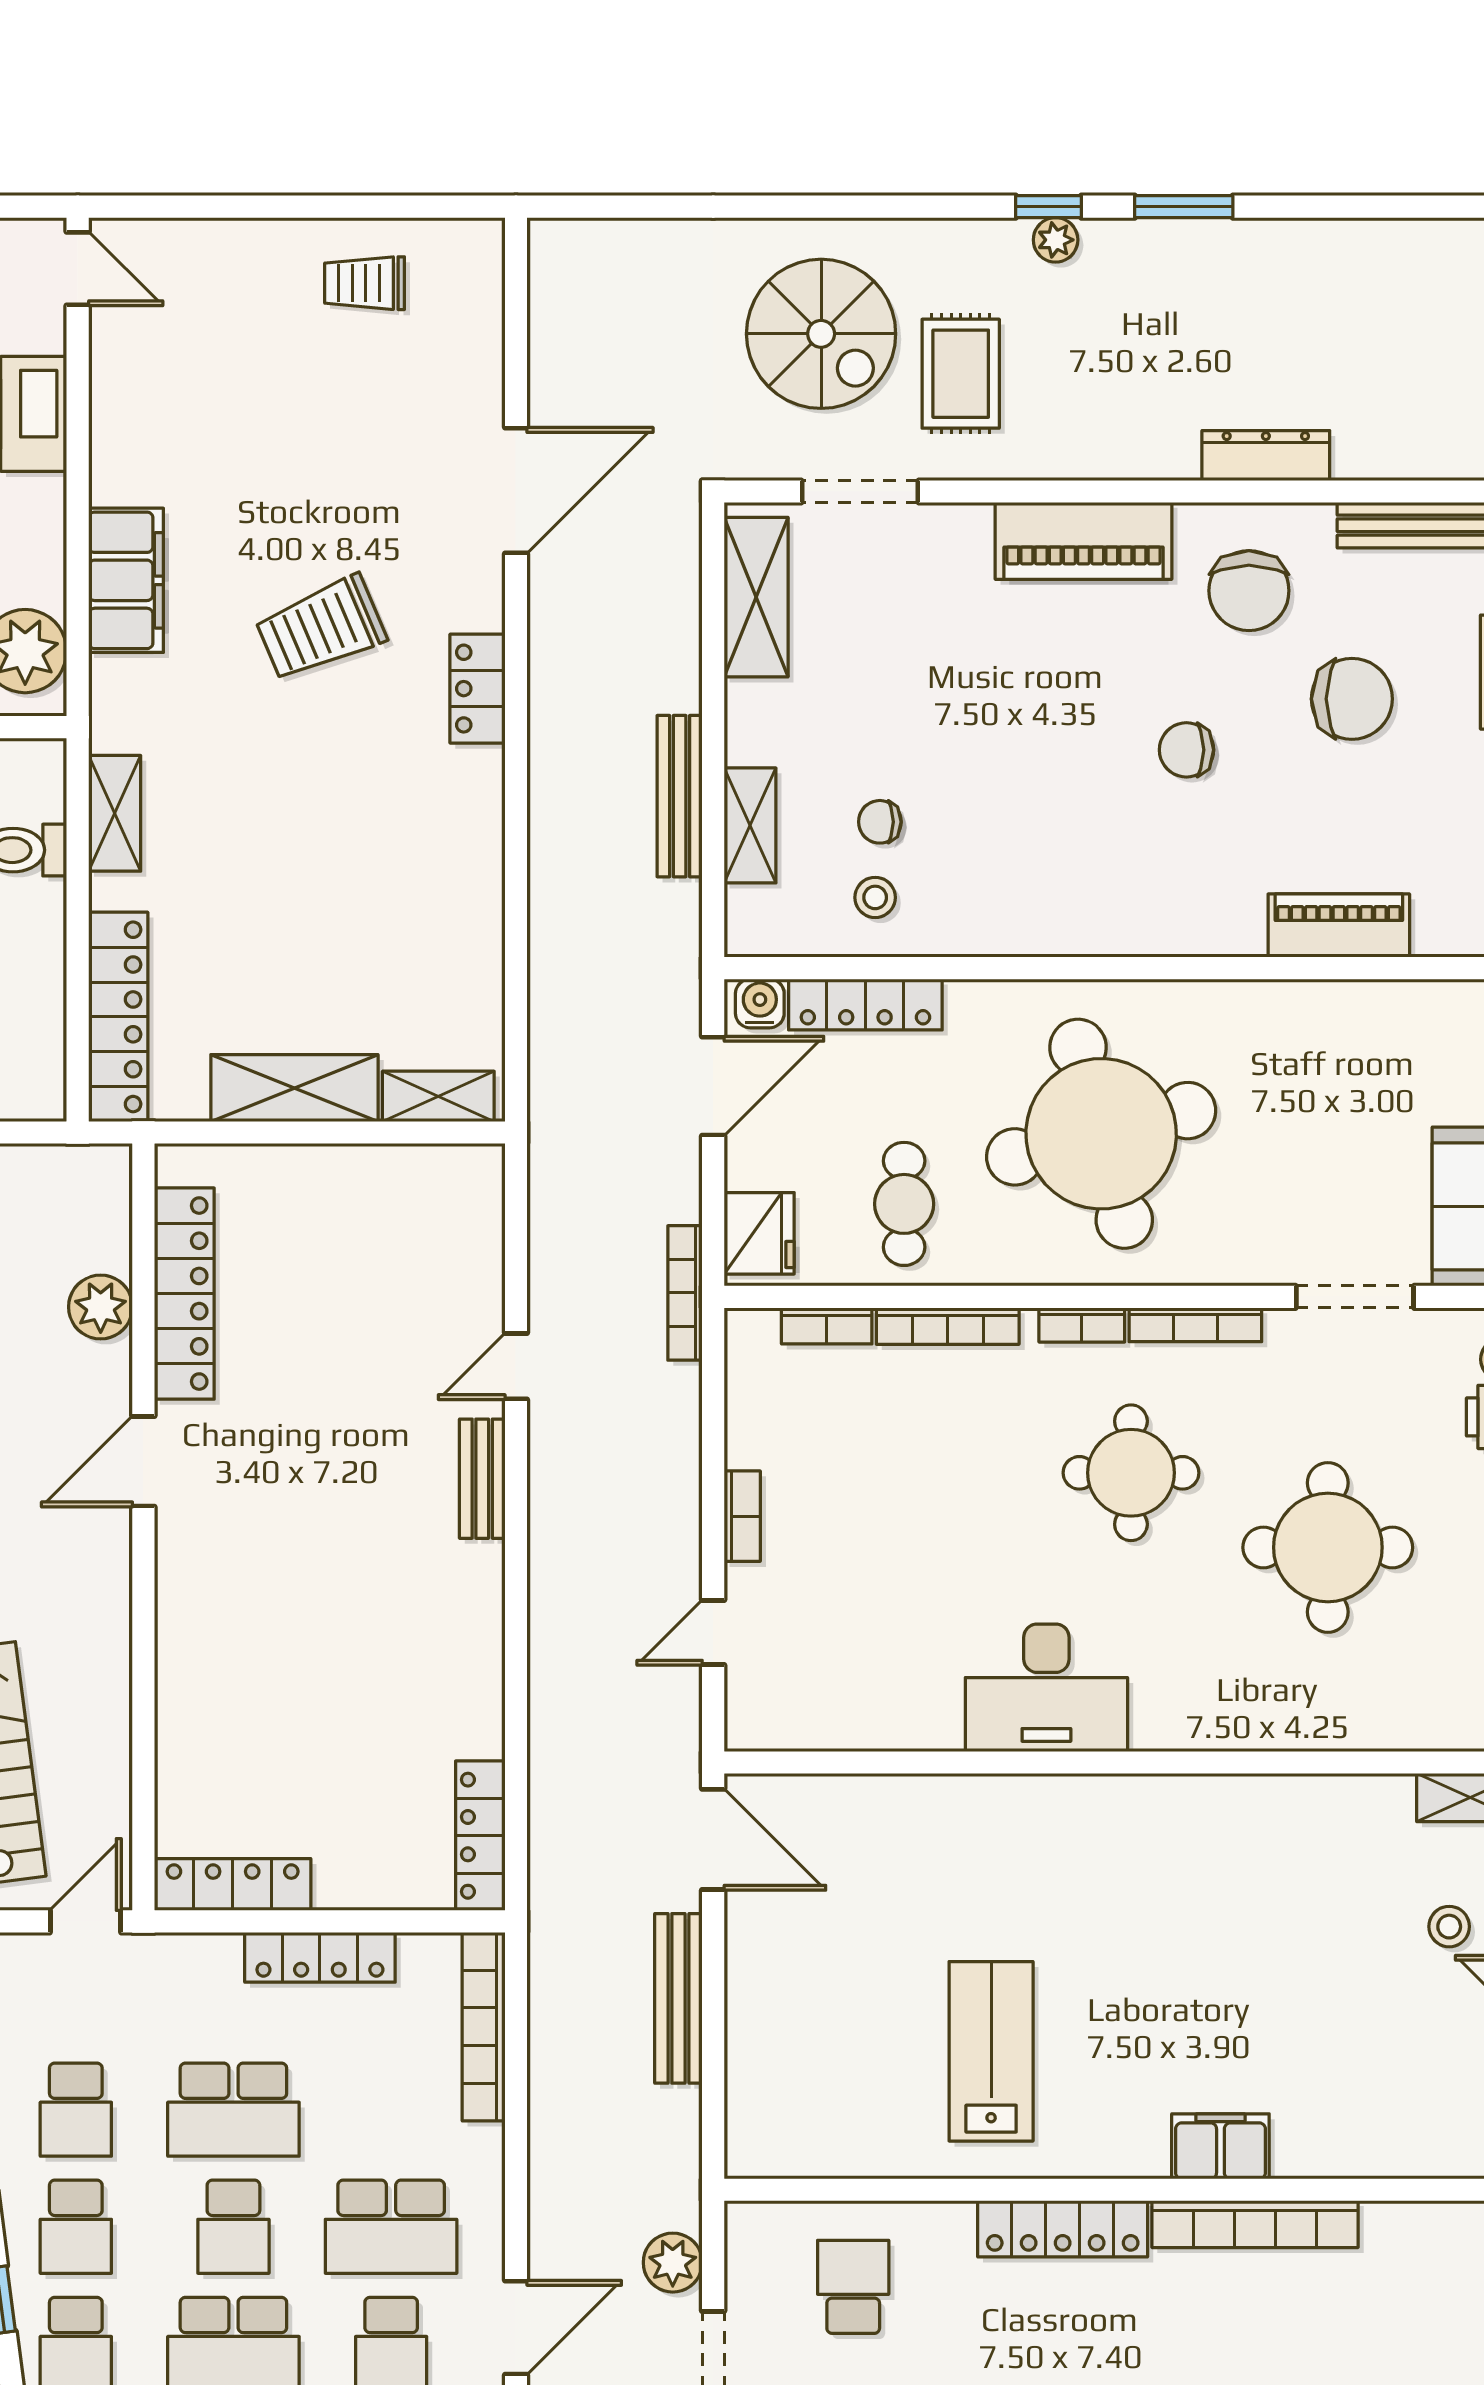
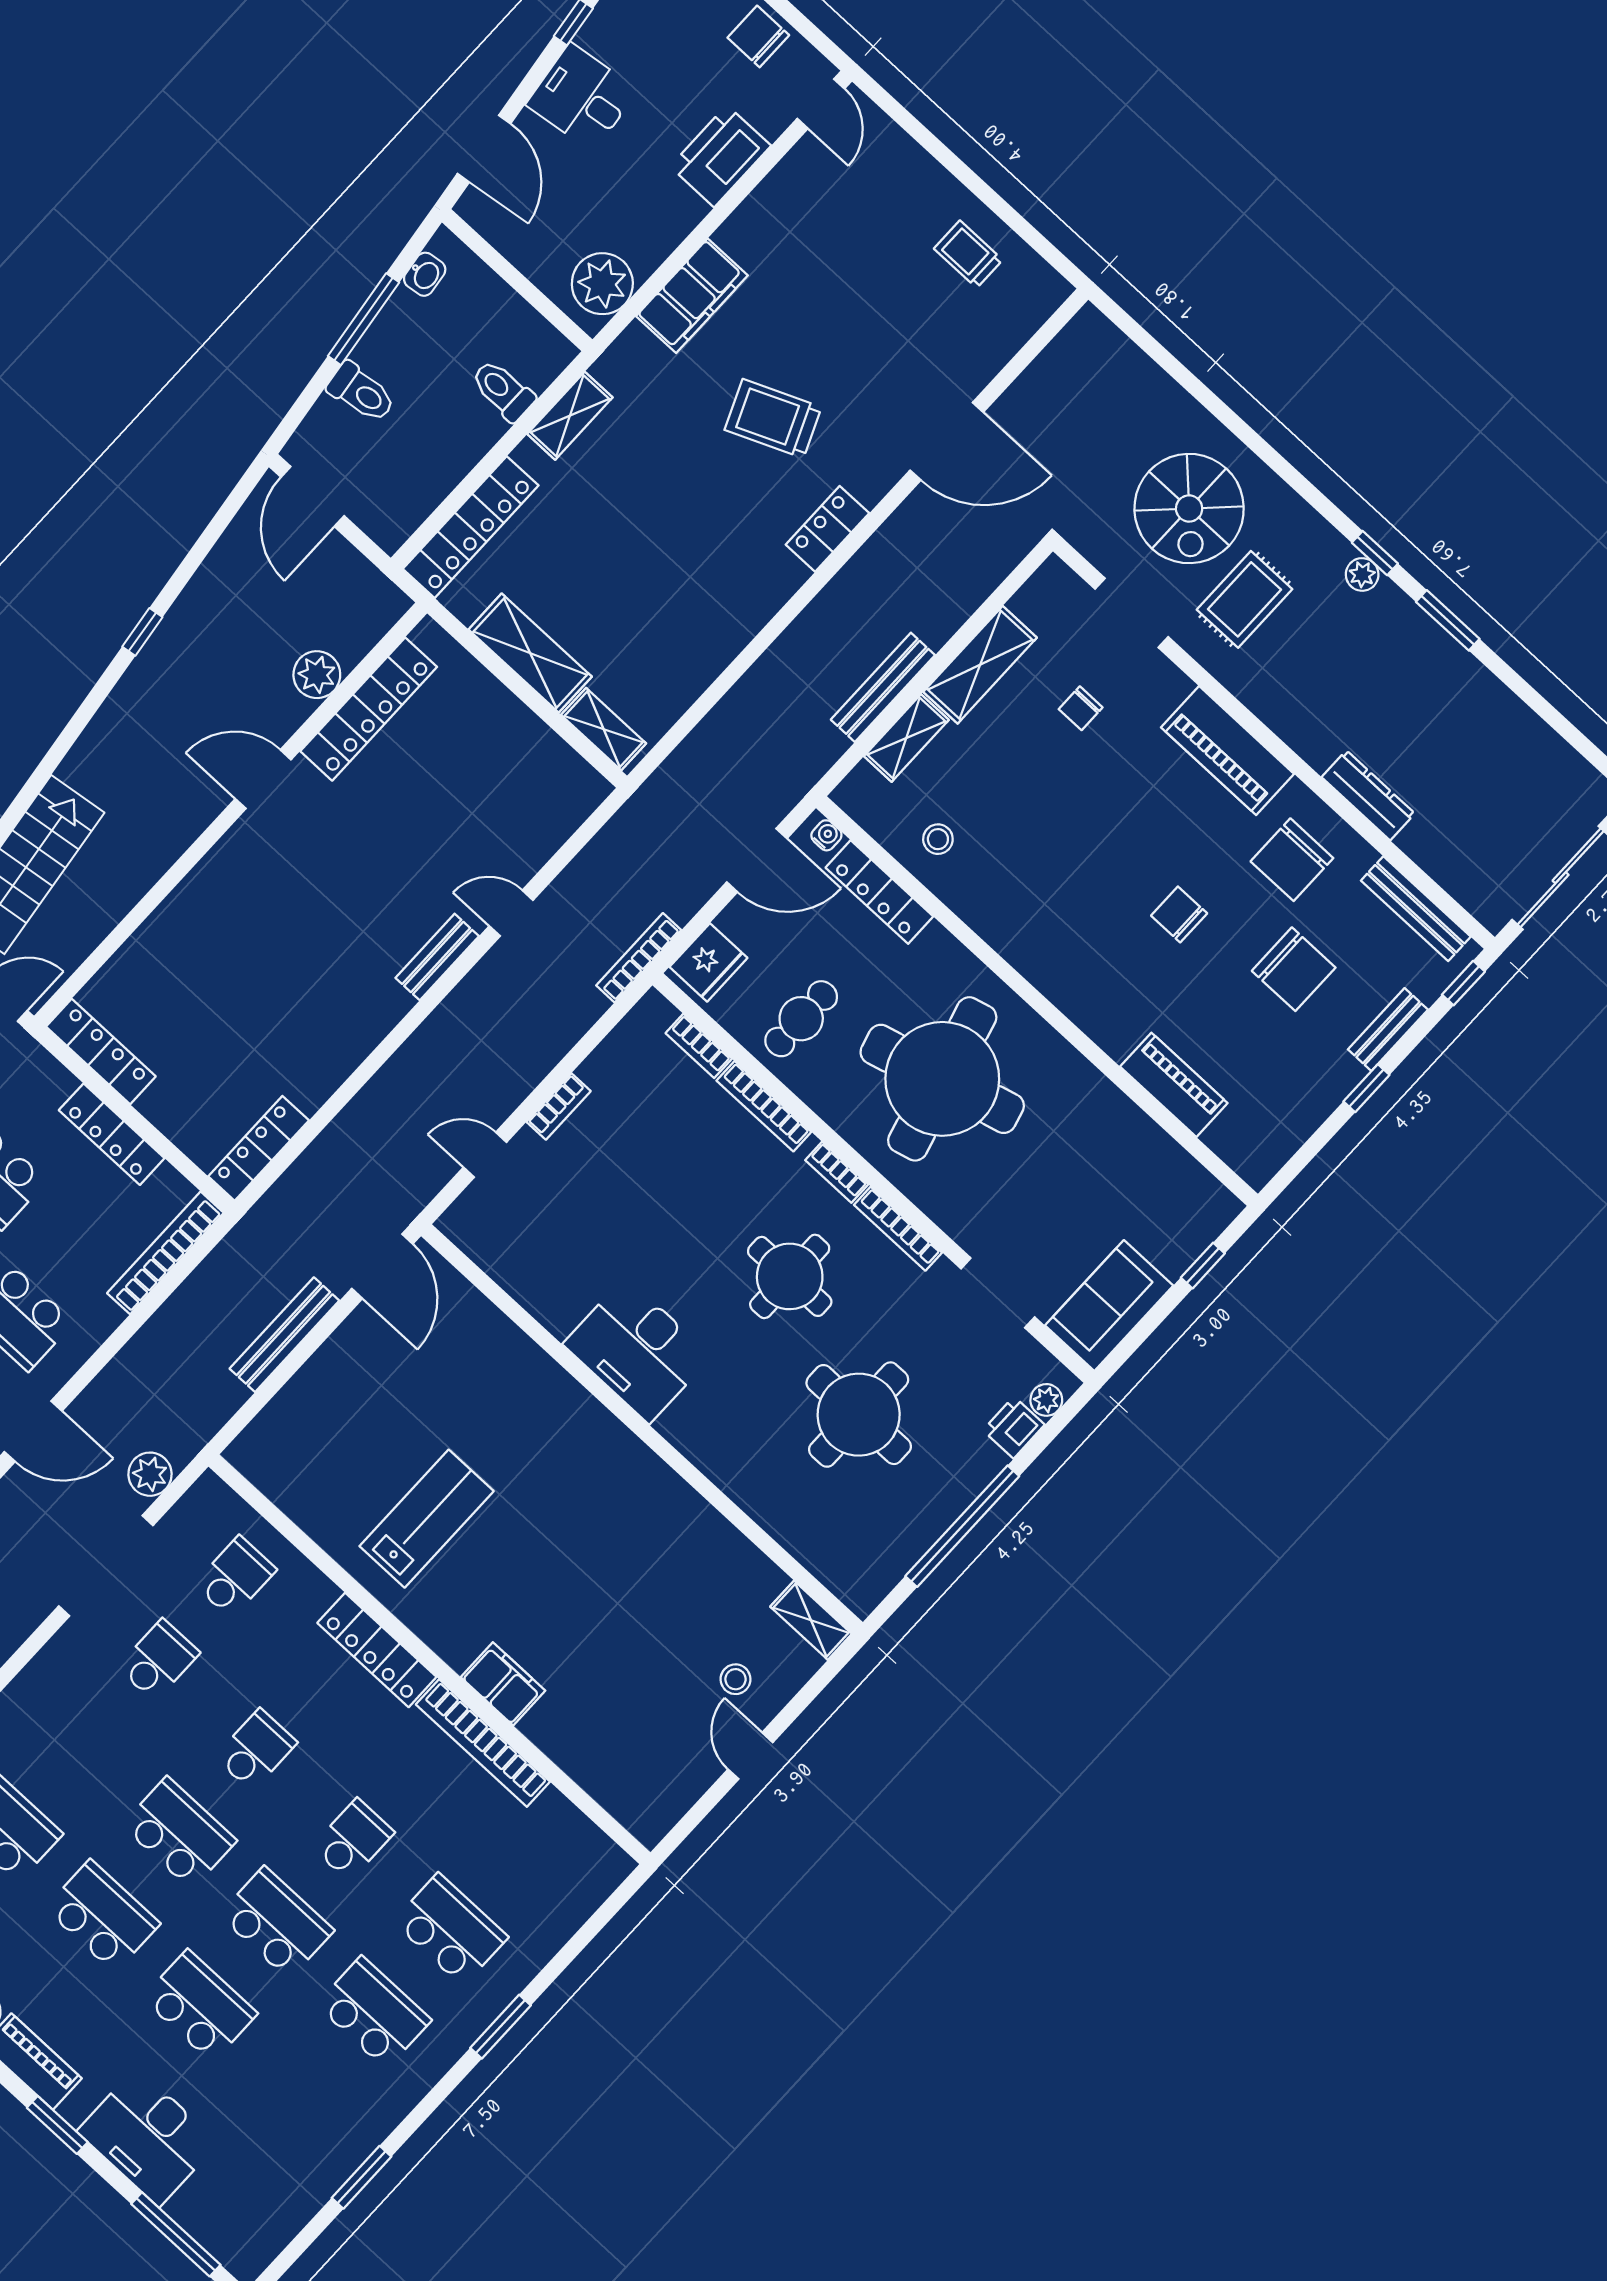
shelving: (756, 597) -> (980, 665), moved
chair: (880, 822) -> (1081, 708), moved, turned -90
water cooler: (760, 1003) -> (826, 835), width x0.72, depth x0.72

